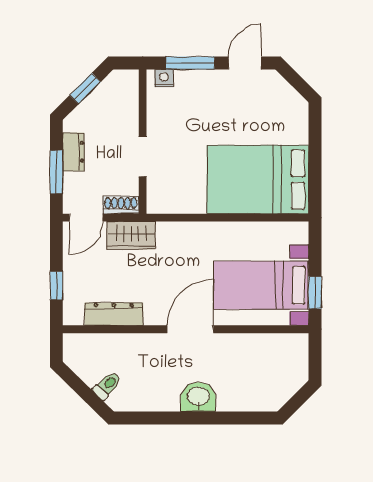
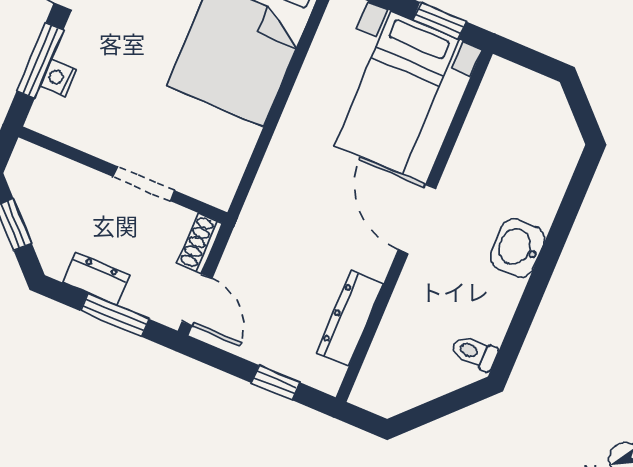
nightstand: (164, 78) -> (58, 78), moved
wardrobe: (131, 236) -> (249, 247), removed
toilet: (107, 386) -> (474, 353), moved, turned -44

